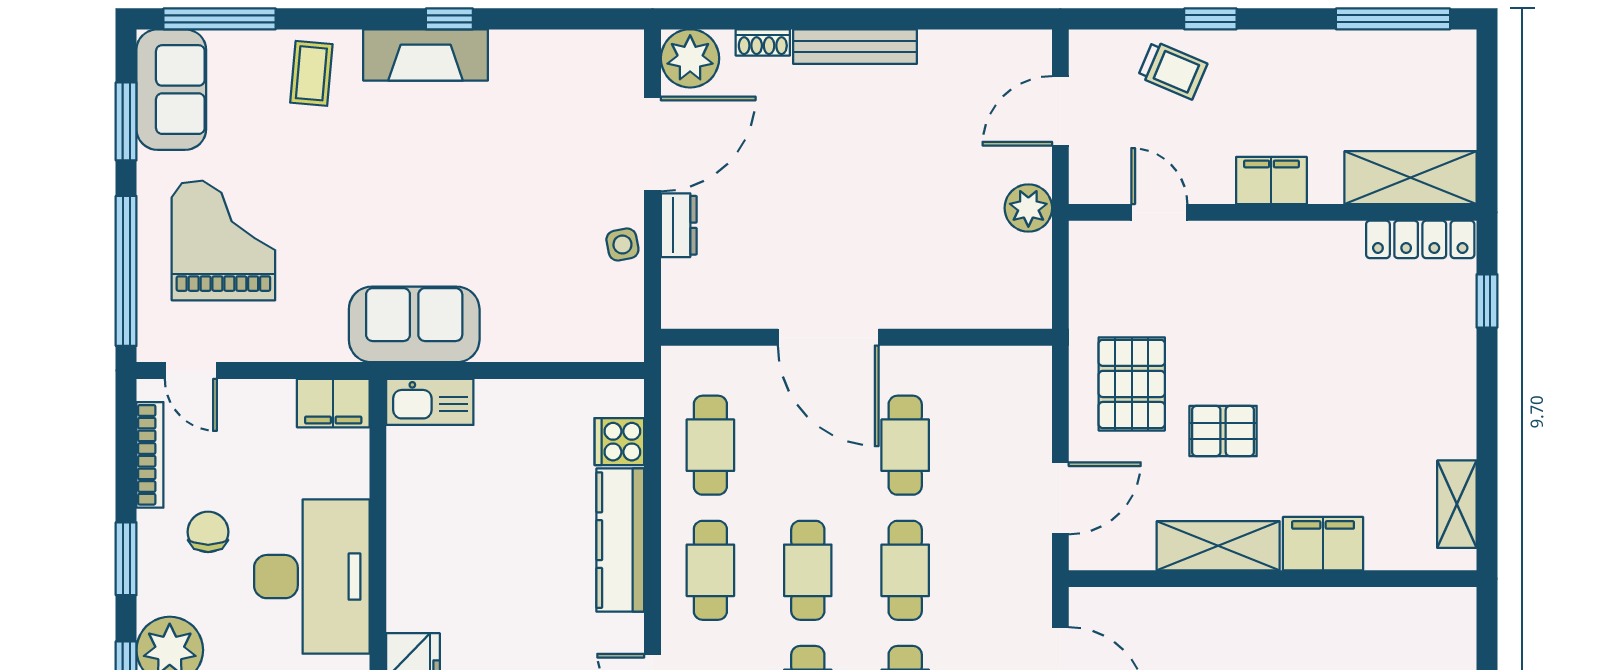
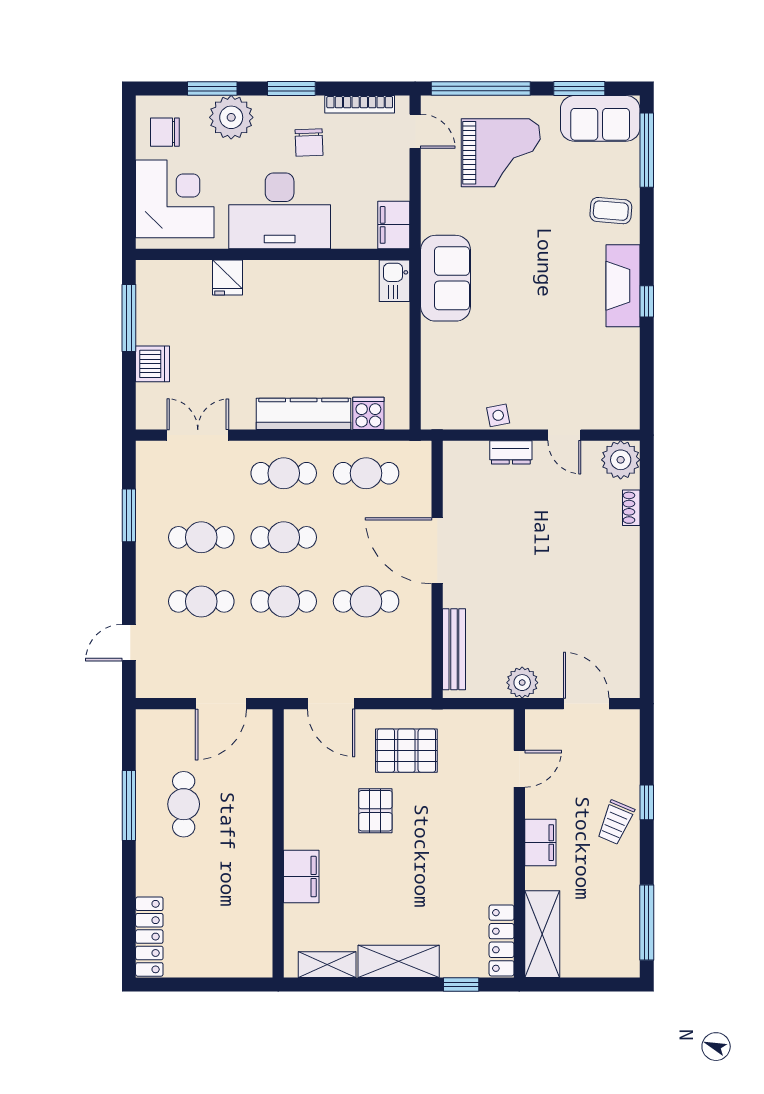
bench: (855, 47) -> (454, 649), moved
trolley: (1173, 70) -> (616, 822), moved
door: (653, 144) -> (564, 435), width x0.53
door: (828, 337) -> (437, 551), hinge flipped
door: (191, 371) -> (415, 131), swing flipped
kitchen sink: (430, 402) -> (395, 281), width x0.73
chair: (208, 532) -> (309, 143), turned 88
shelving: (1218, 546) -> (399, 961), moved, turned 90

